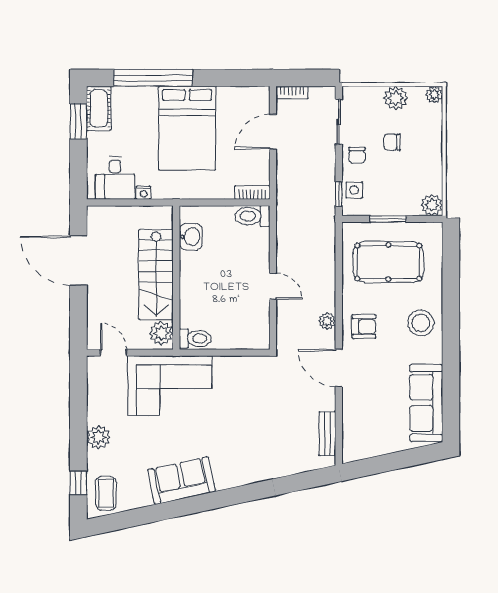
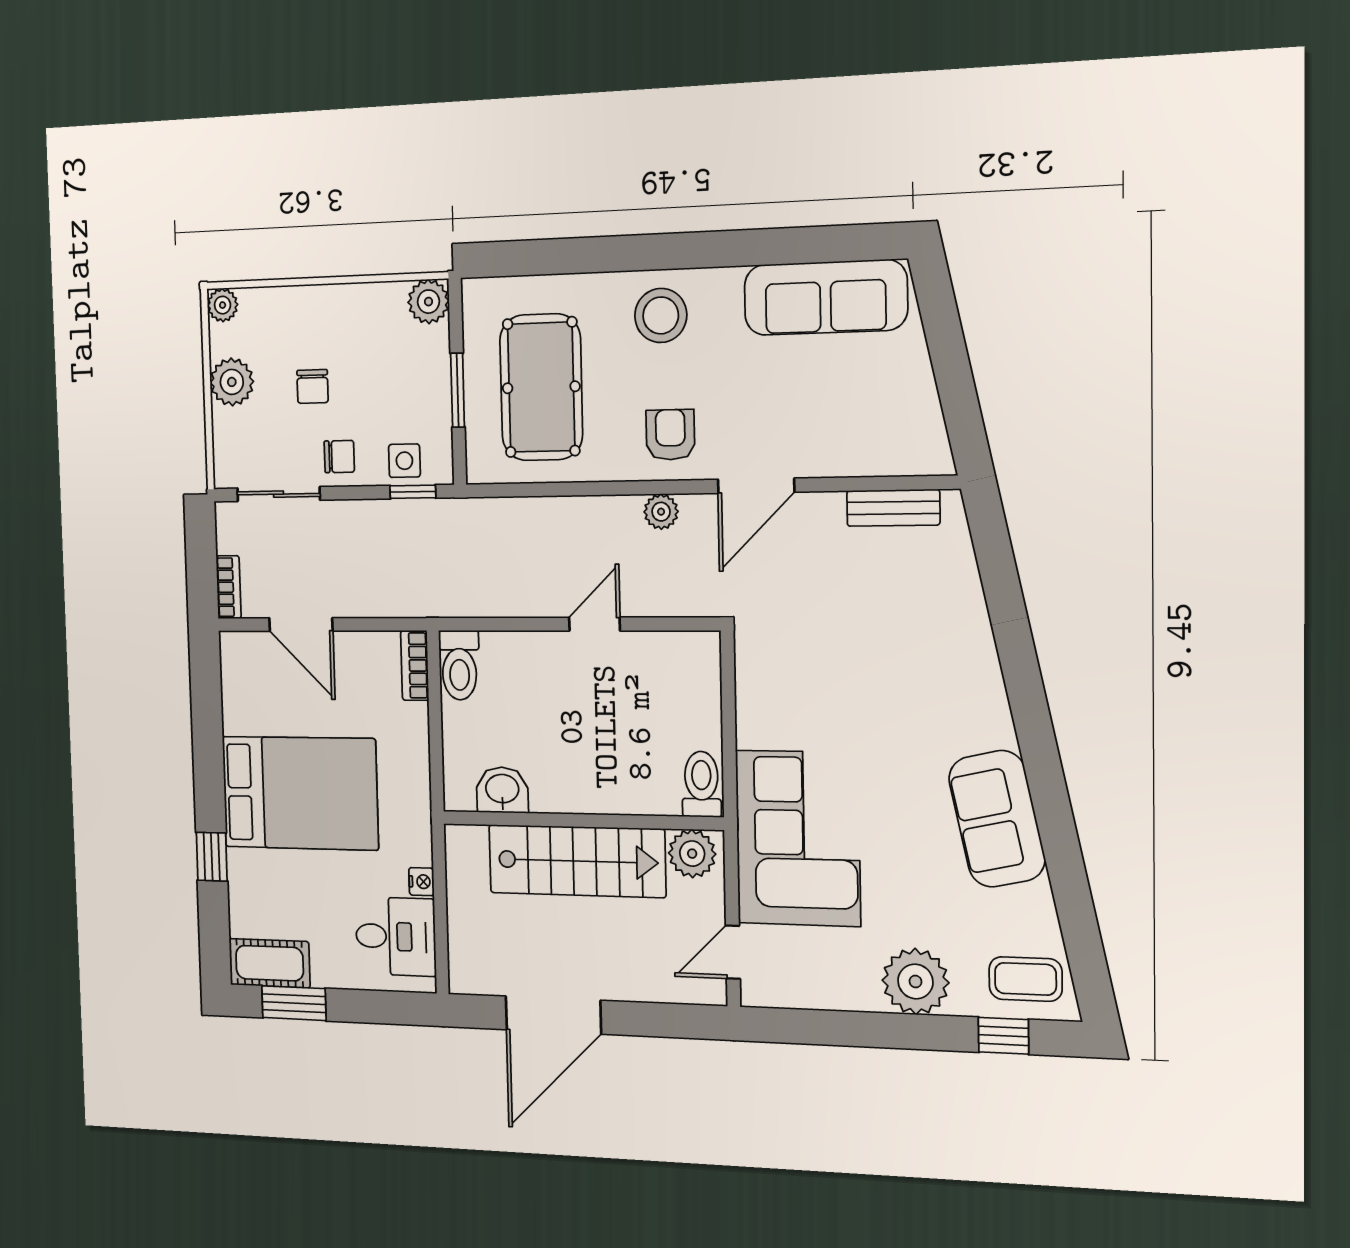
window: (153, 78) -> (212, 857), width x0.32
plant: (98, 437) -> (915, 981), width x1.36, depth x1.36

